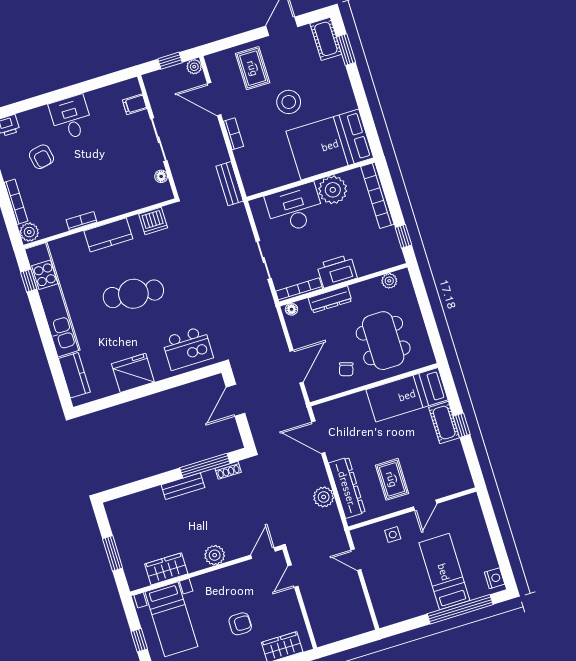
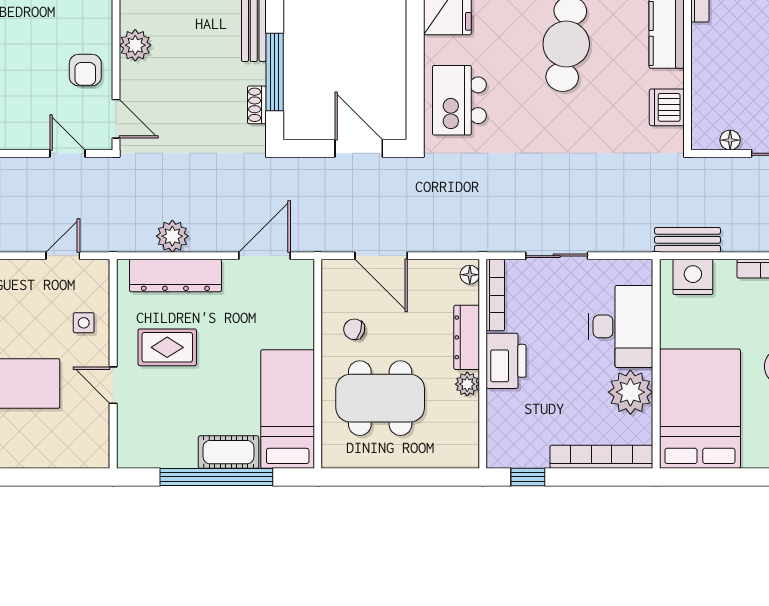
nightstand: (251, 173) -> (693, 277), added
plant: (389, 281) -> (467, 384), moved
window: (462, 425) -> (216, 477), width x3.17
armchair: (240, 624) -> (85, 70), moved

